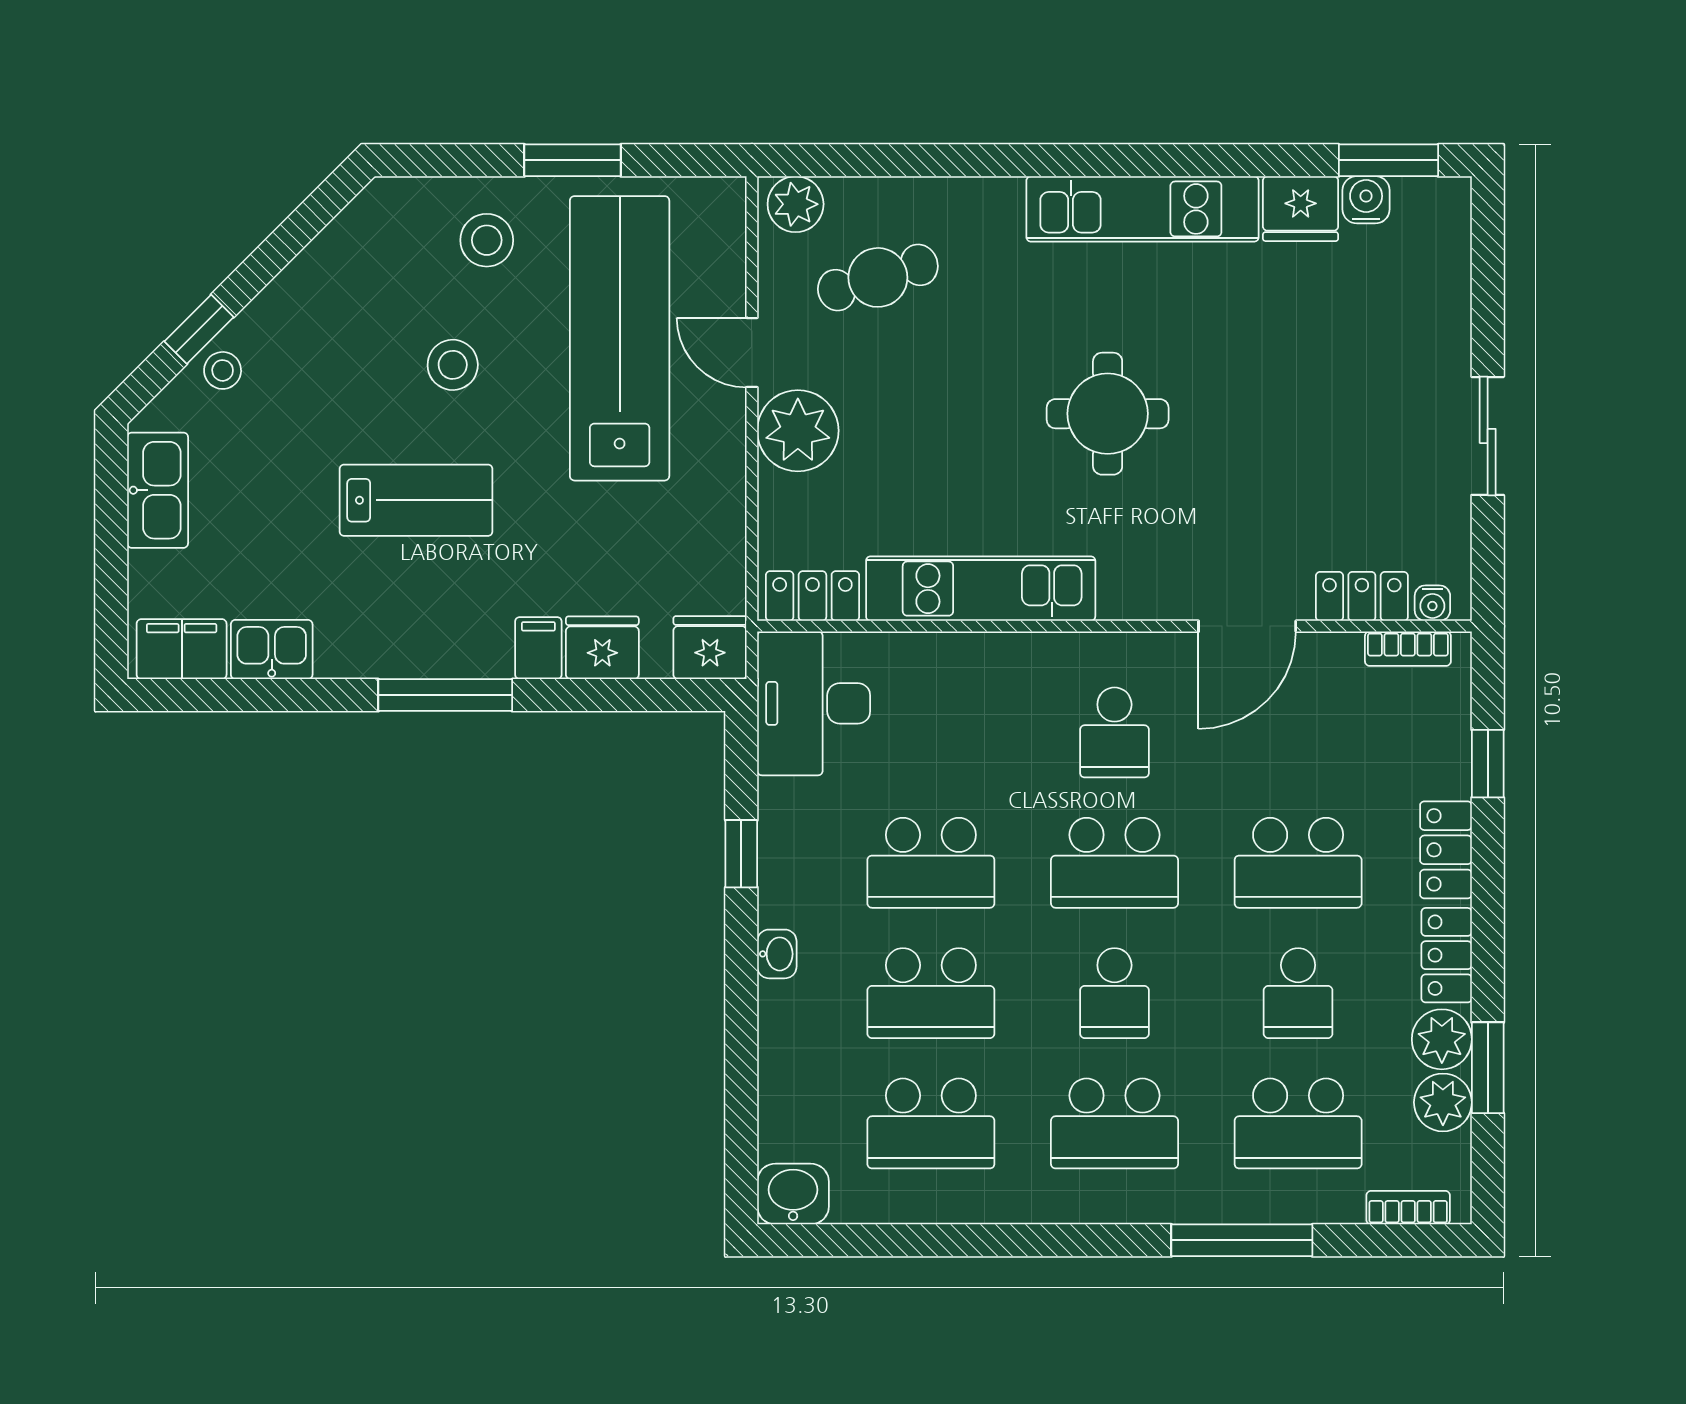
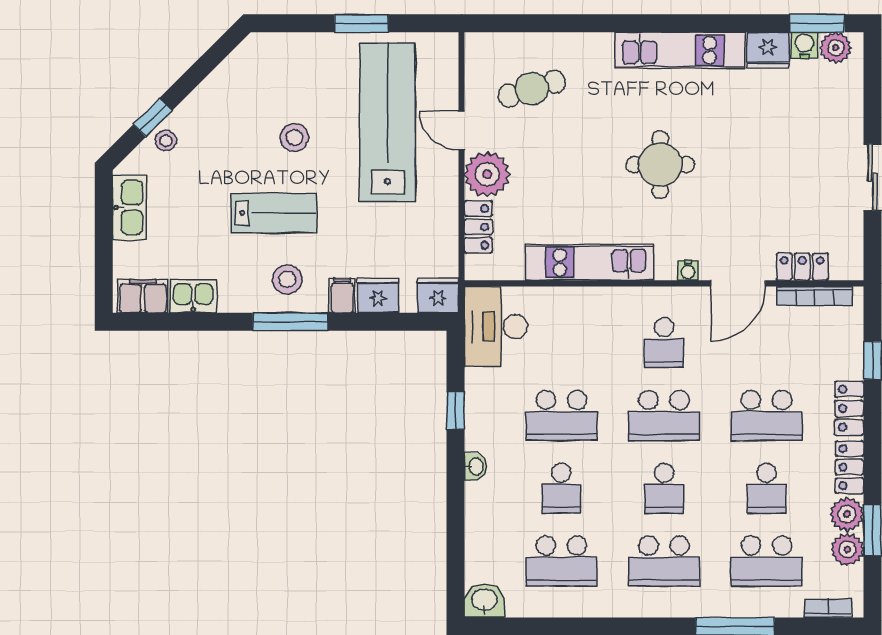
plant: (796, 204) -> (836, 48), moved
stool: (487, 240) -> (287, 279), moved
locker: (812, 596) -> (478, 227), moved, turned 90
water cooler: (1432, 603) -> (688, 271), moved
bookcase: (1408, 649) -> (814, 296), width x1.56
school desk: (931, 993) -> (561, 488), width x0.54

